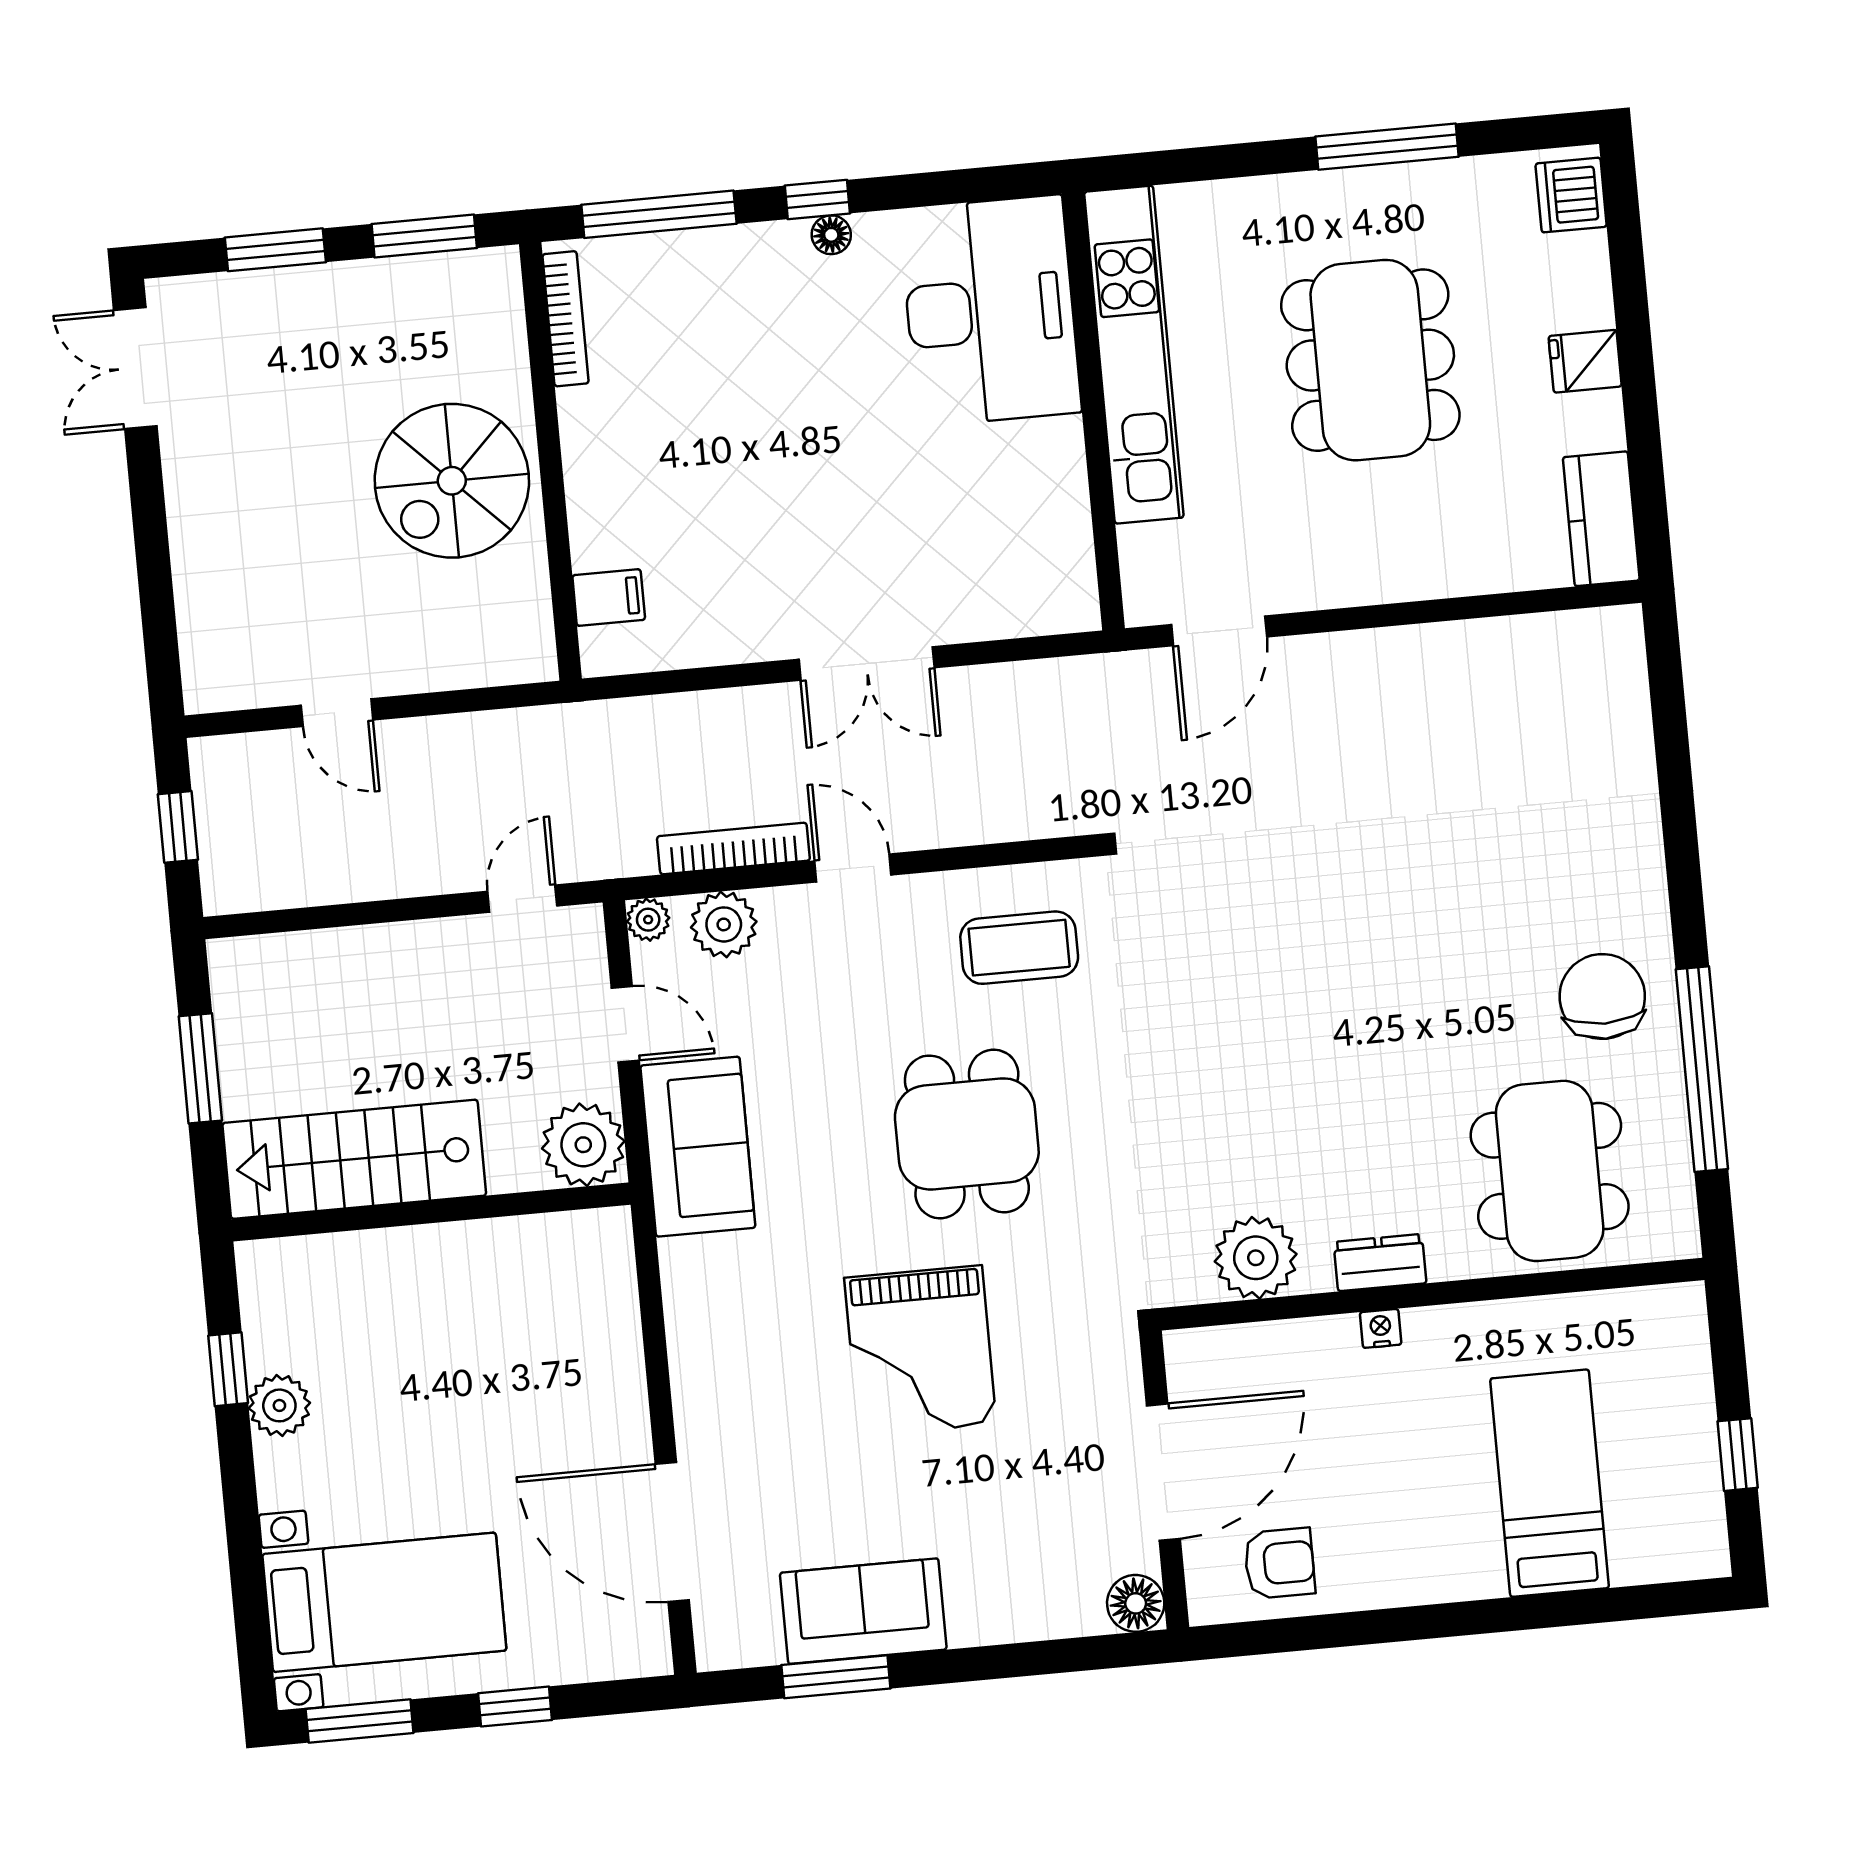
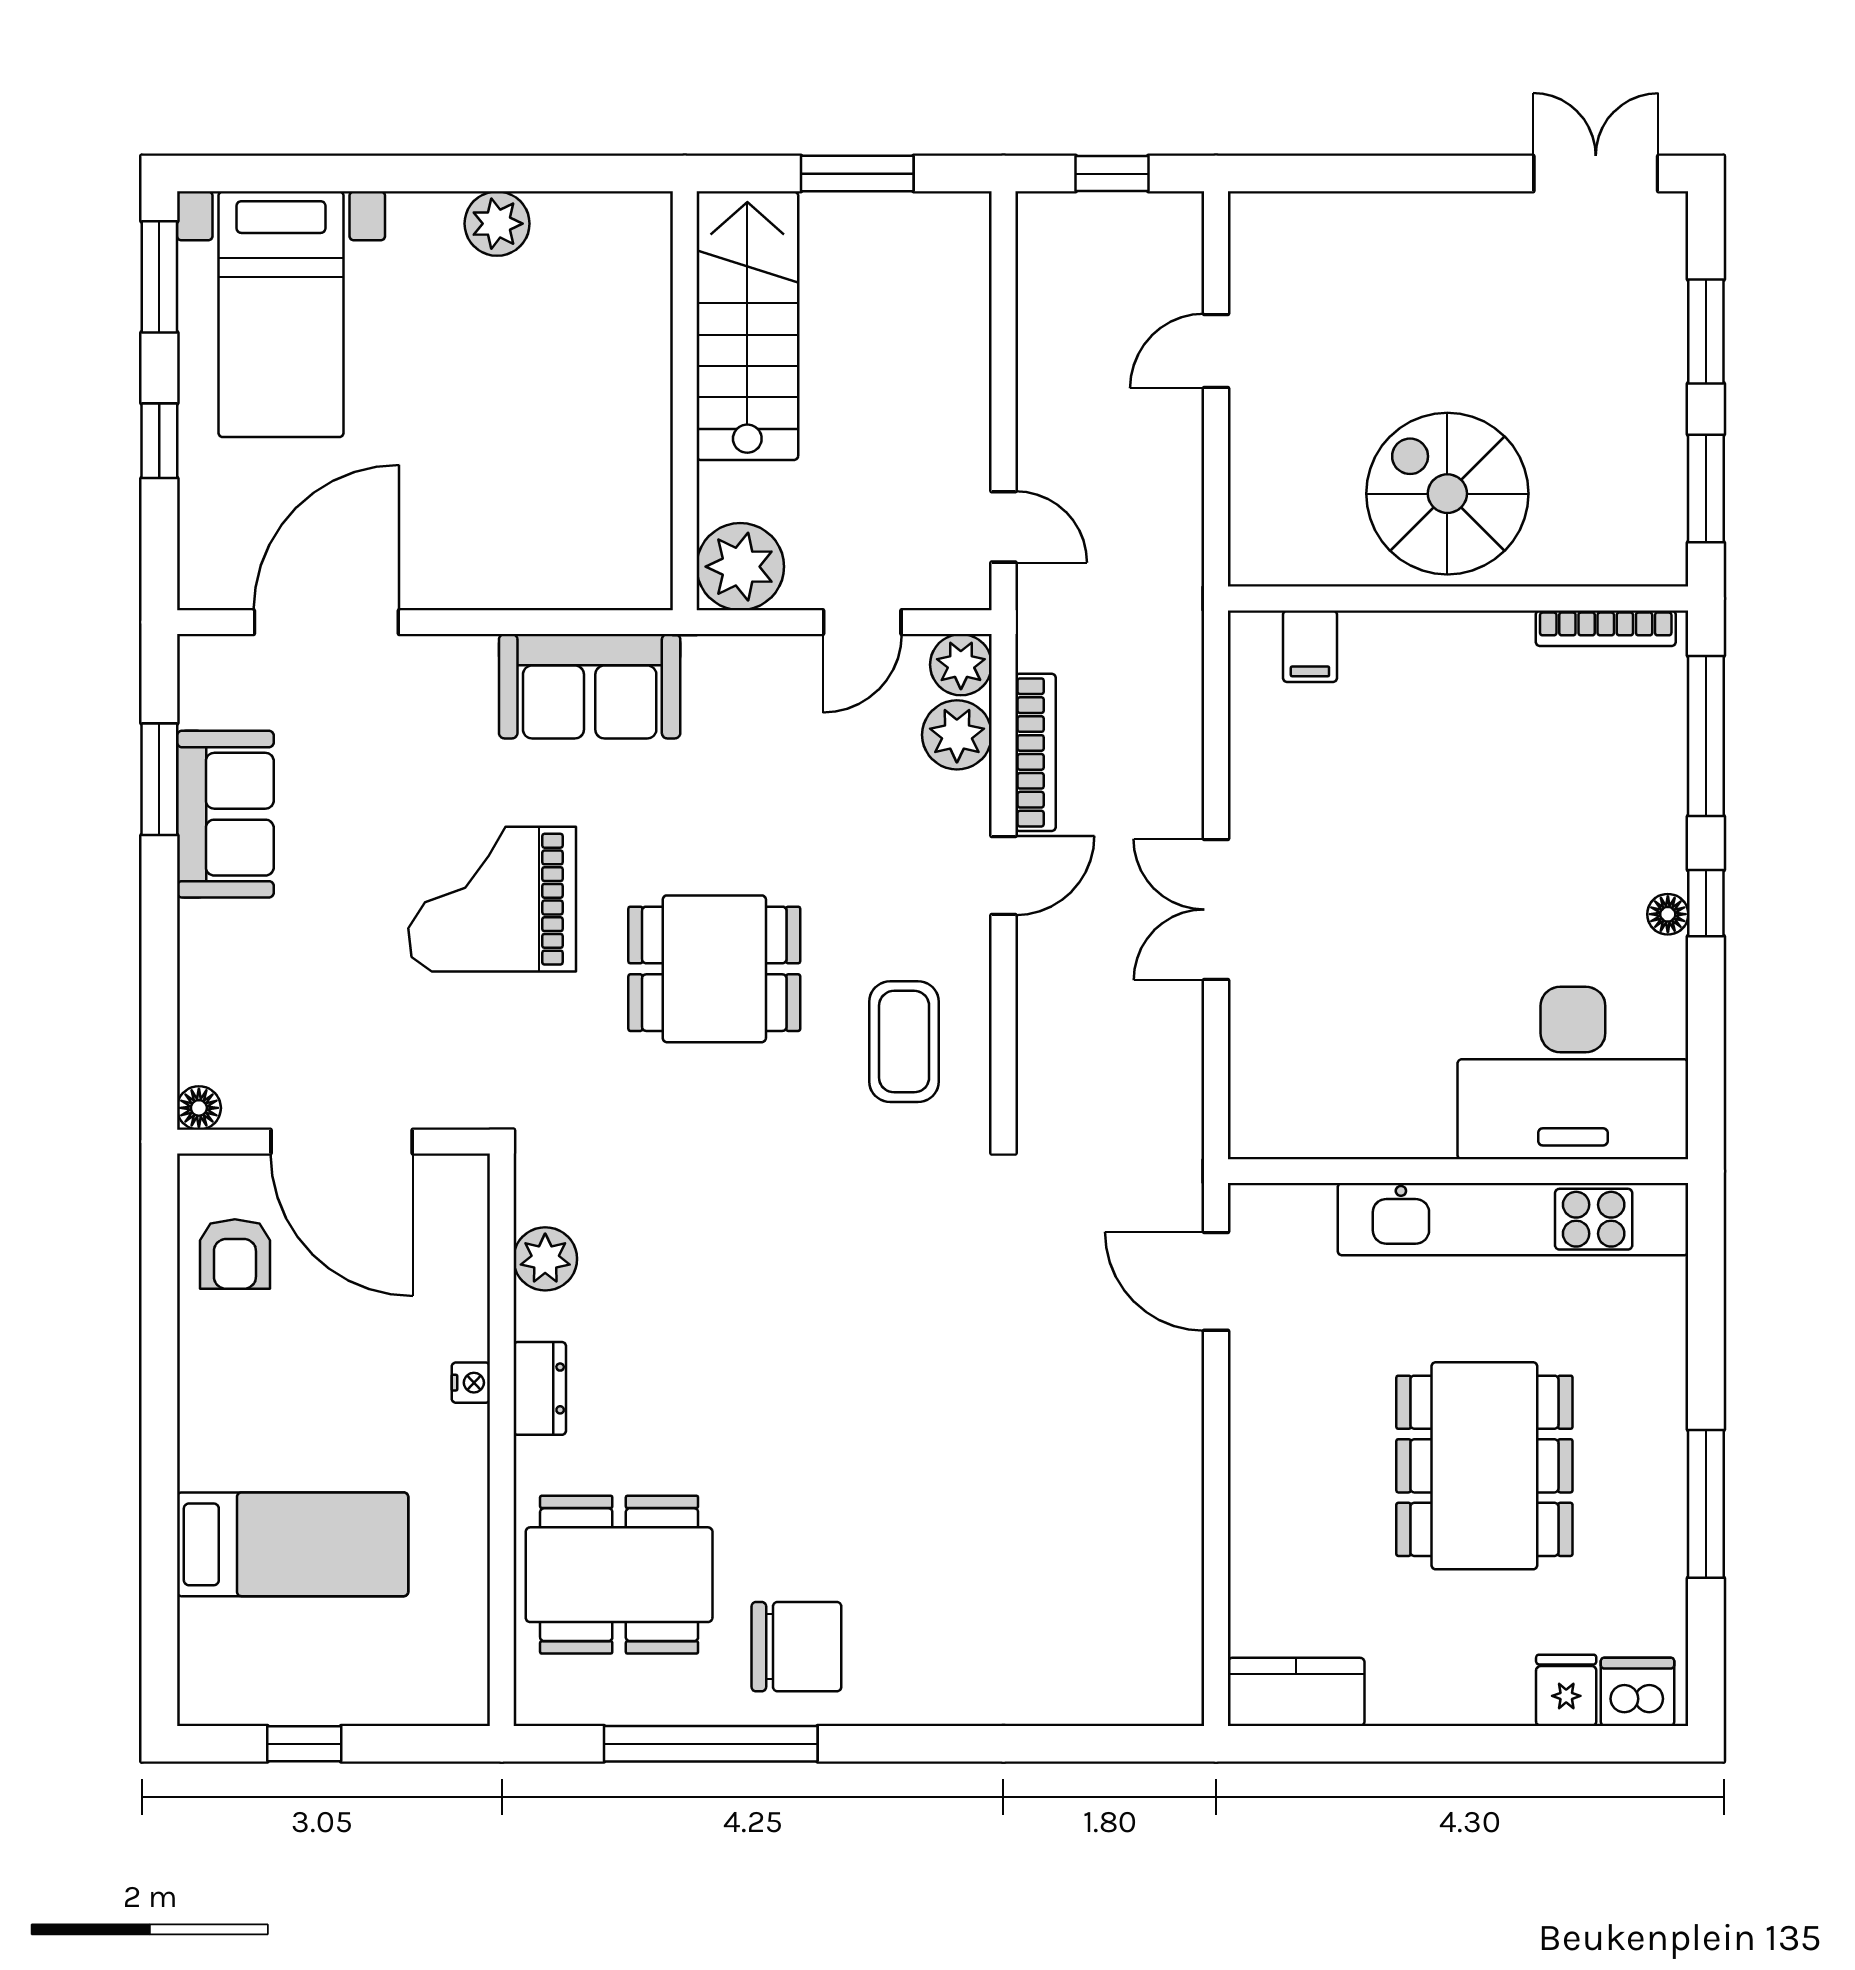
dining table: (1370, 360) -> (1484, 1466), turned 90
fridge: (1585, 361) -> (1566, 1690), moved
plant: (648, 920) -> (961, 665), width x1.38, depth x1.38
sofa: (698, 1147) -> (590, 686), moved
plant: (1256, 1258) -> (545, 1259), width x0.73, depth x0.73
window: (228, 1369) -> (540, 174), removed
floor lamp: (1136, 1603) -> (199, 1108), width x0.73, depth x0.73

